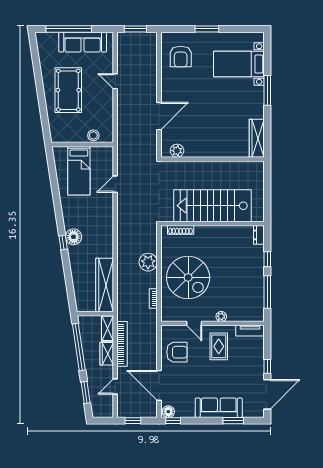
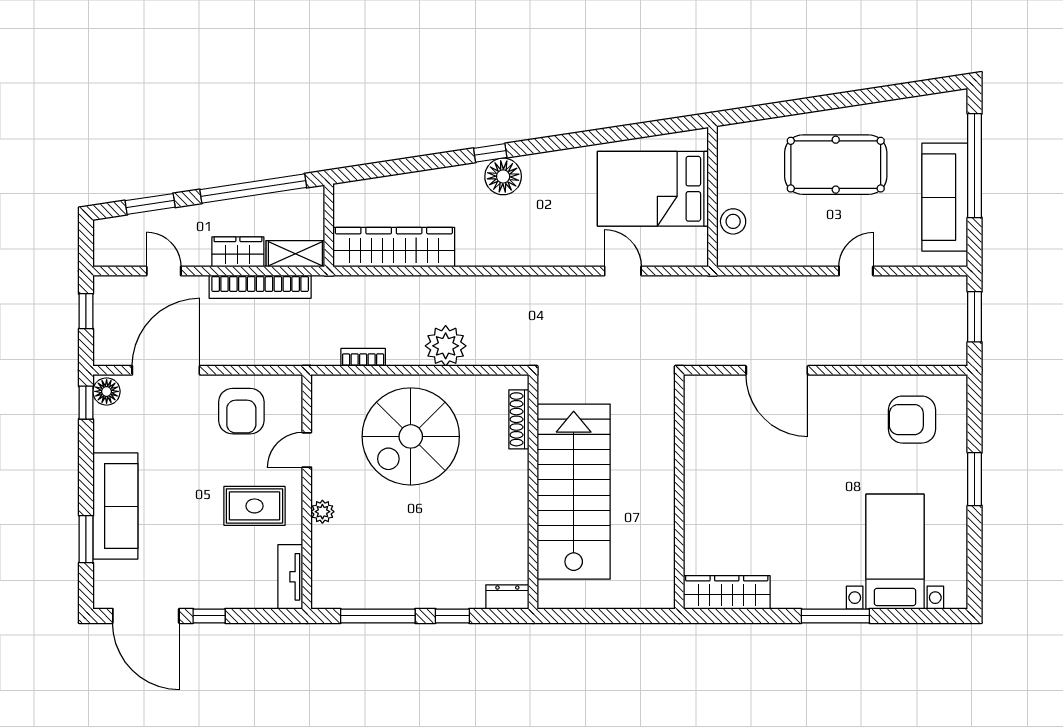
plant: (177, 151) -> (699, 411), removed
bed: (79, 171) -> (653, 189), width x1.50

